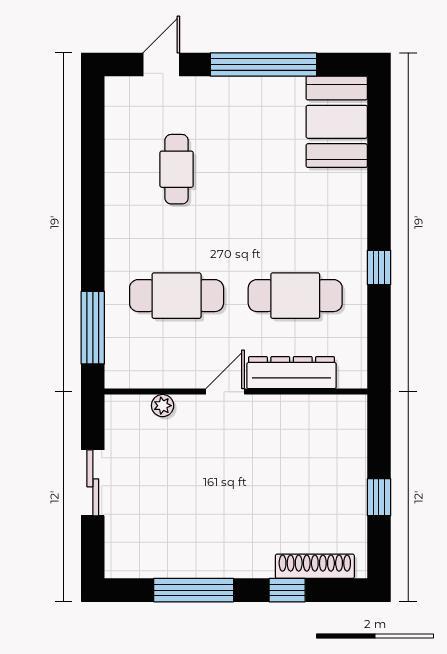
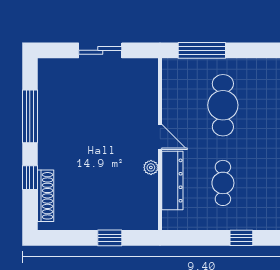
cafe table: (295, 296) -> (223, 183), width x0.73, depth x0.74
plant: (163, 406) -> (151, 167), moved
window: (379, 497) -> (110, 238), moved

